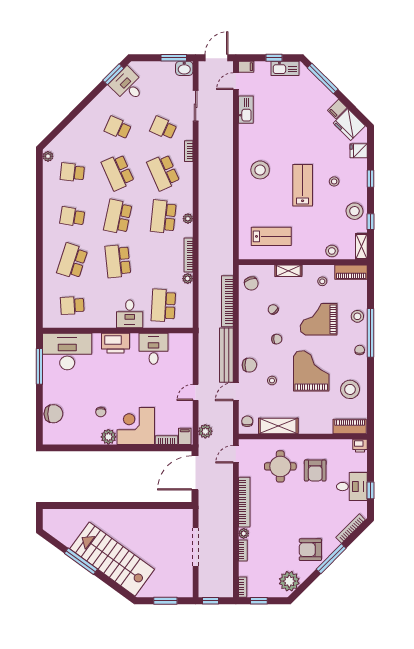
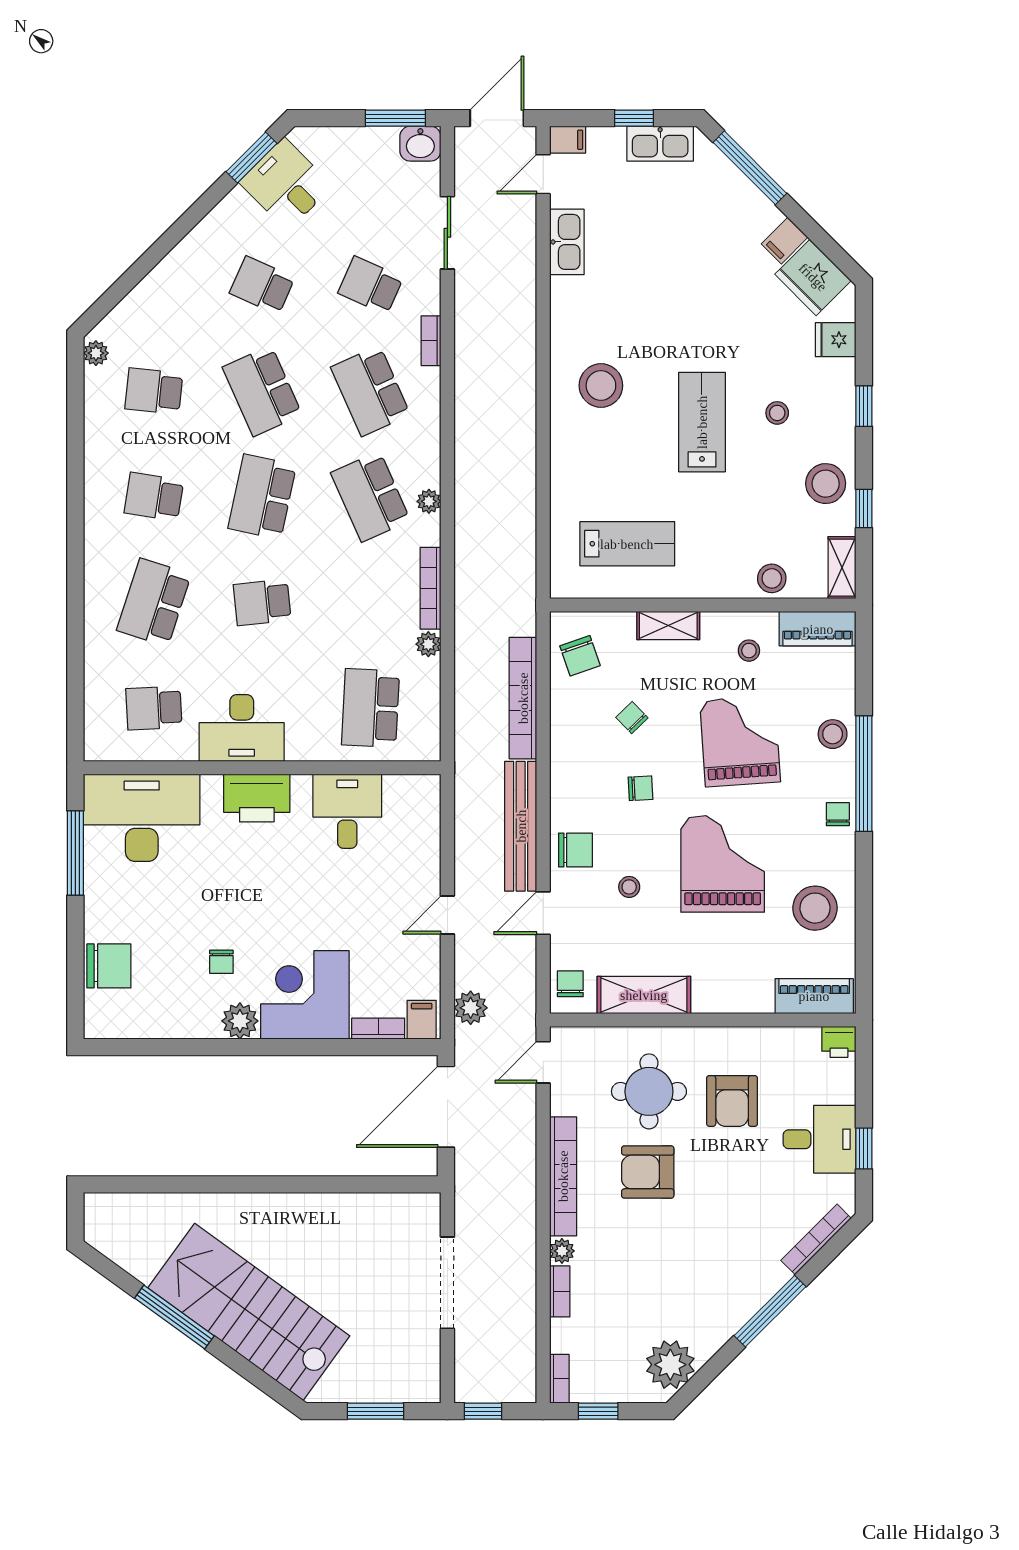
school desk: (163, 217) -> (371, 497), turned -30
school desk: (118, 261) -> (262, 602), width x0.54
desk: (130, 314) -> (242, 728), moved, width x1.37
grand piano: (319, 319) -> (740, 741), turned 86
armchair: (310, 550) -> (648, 1172), moved

